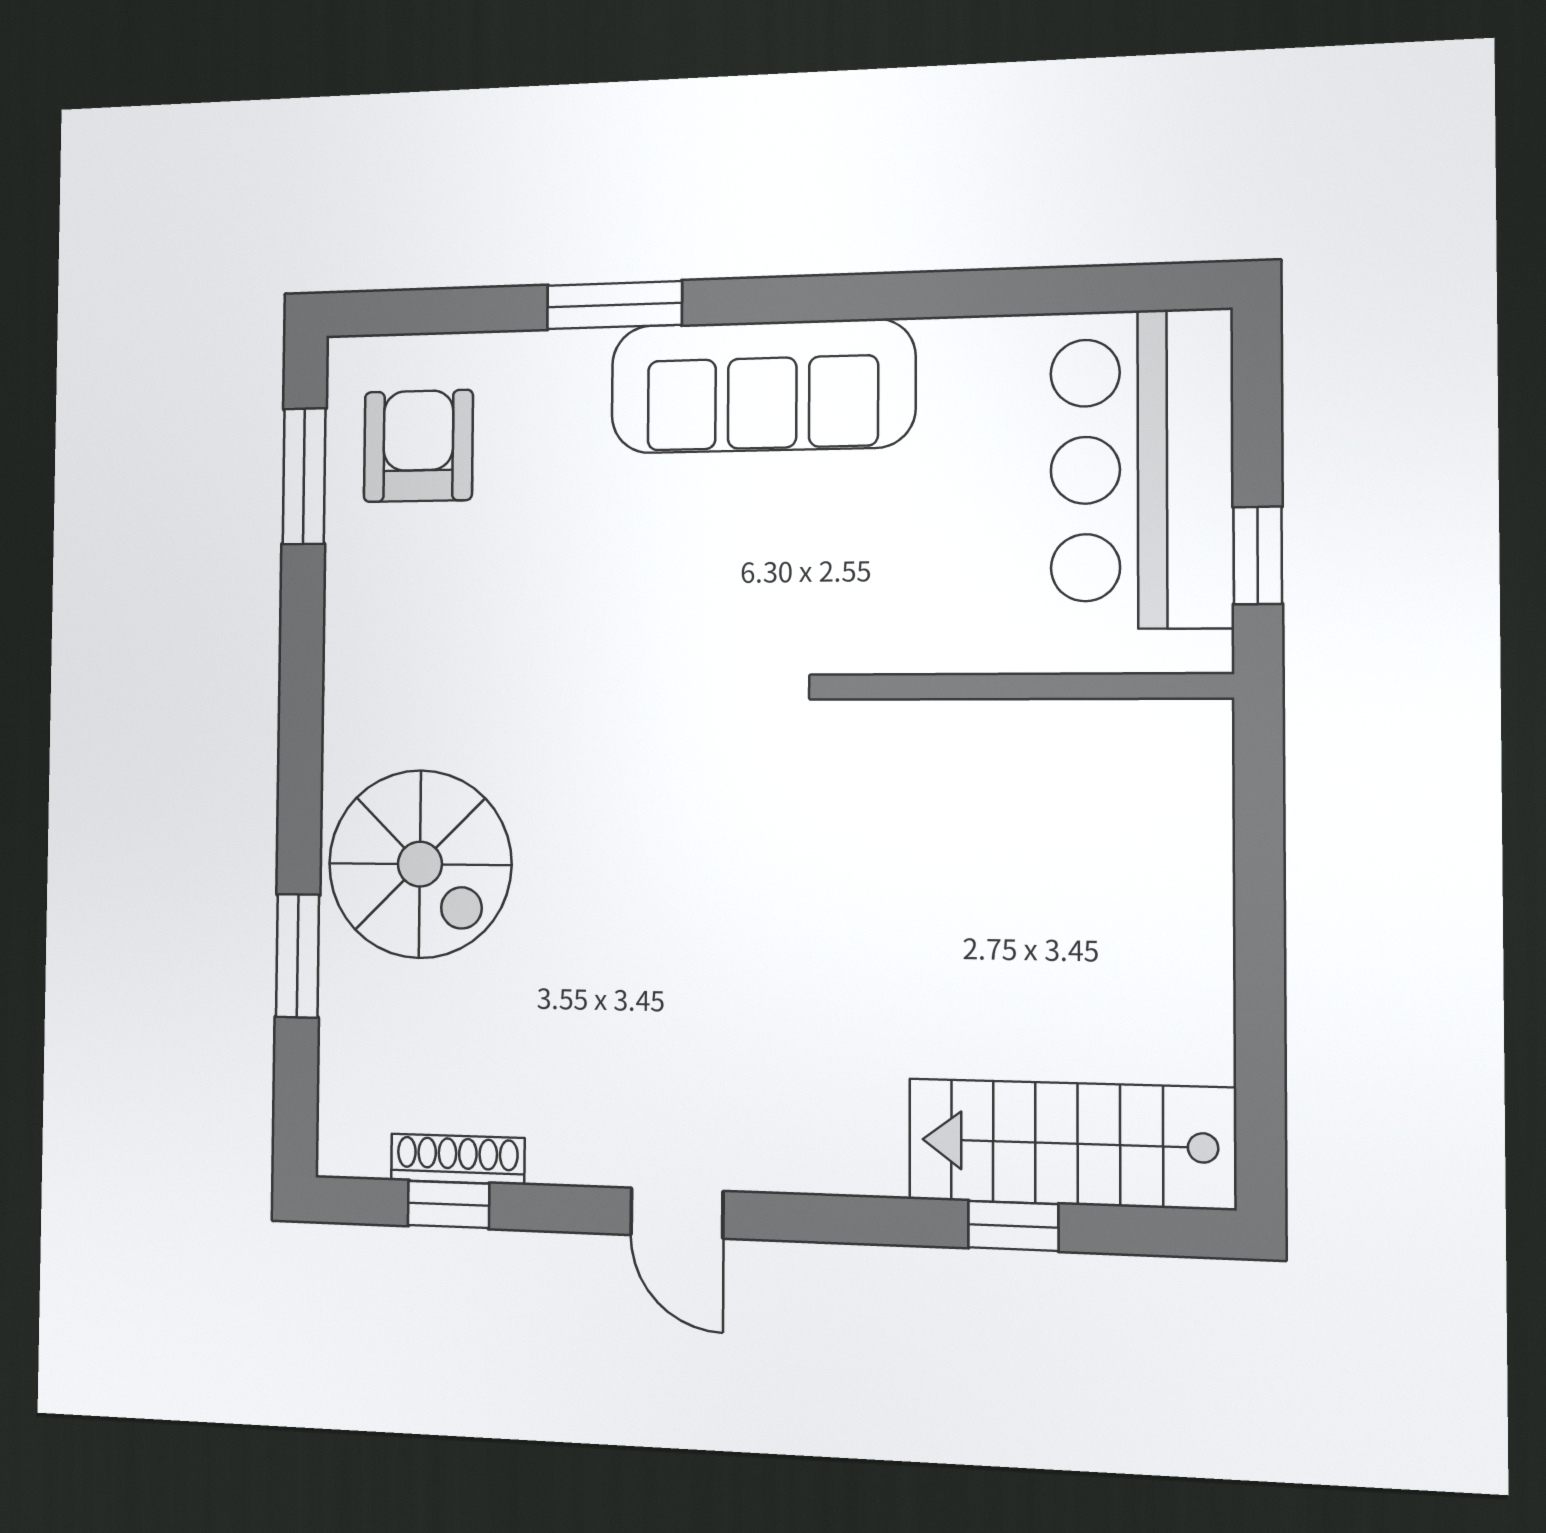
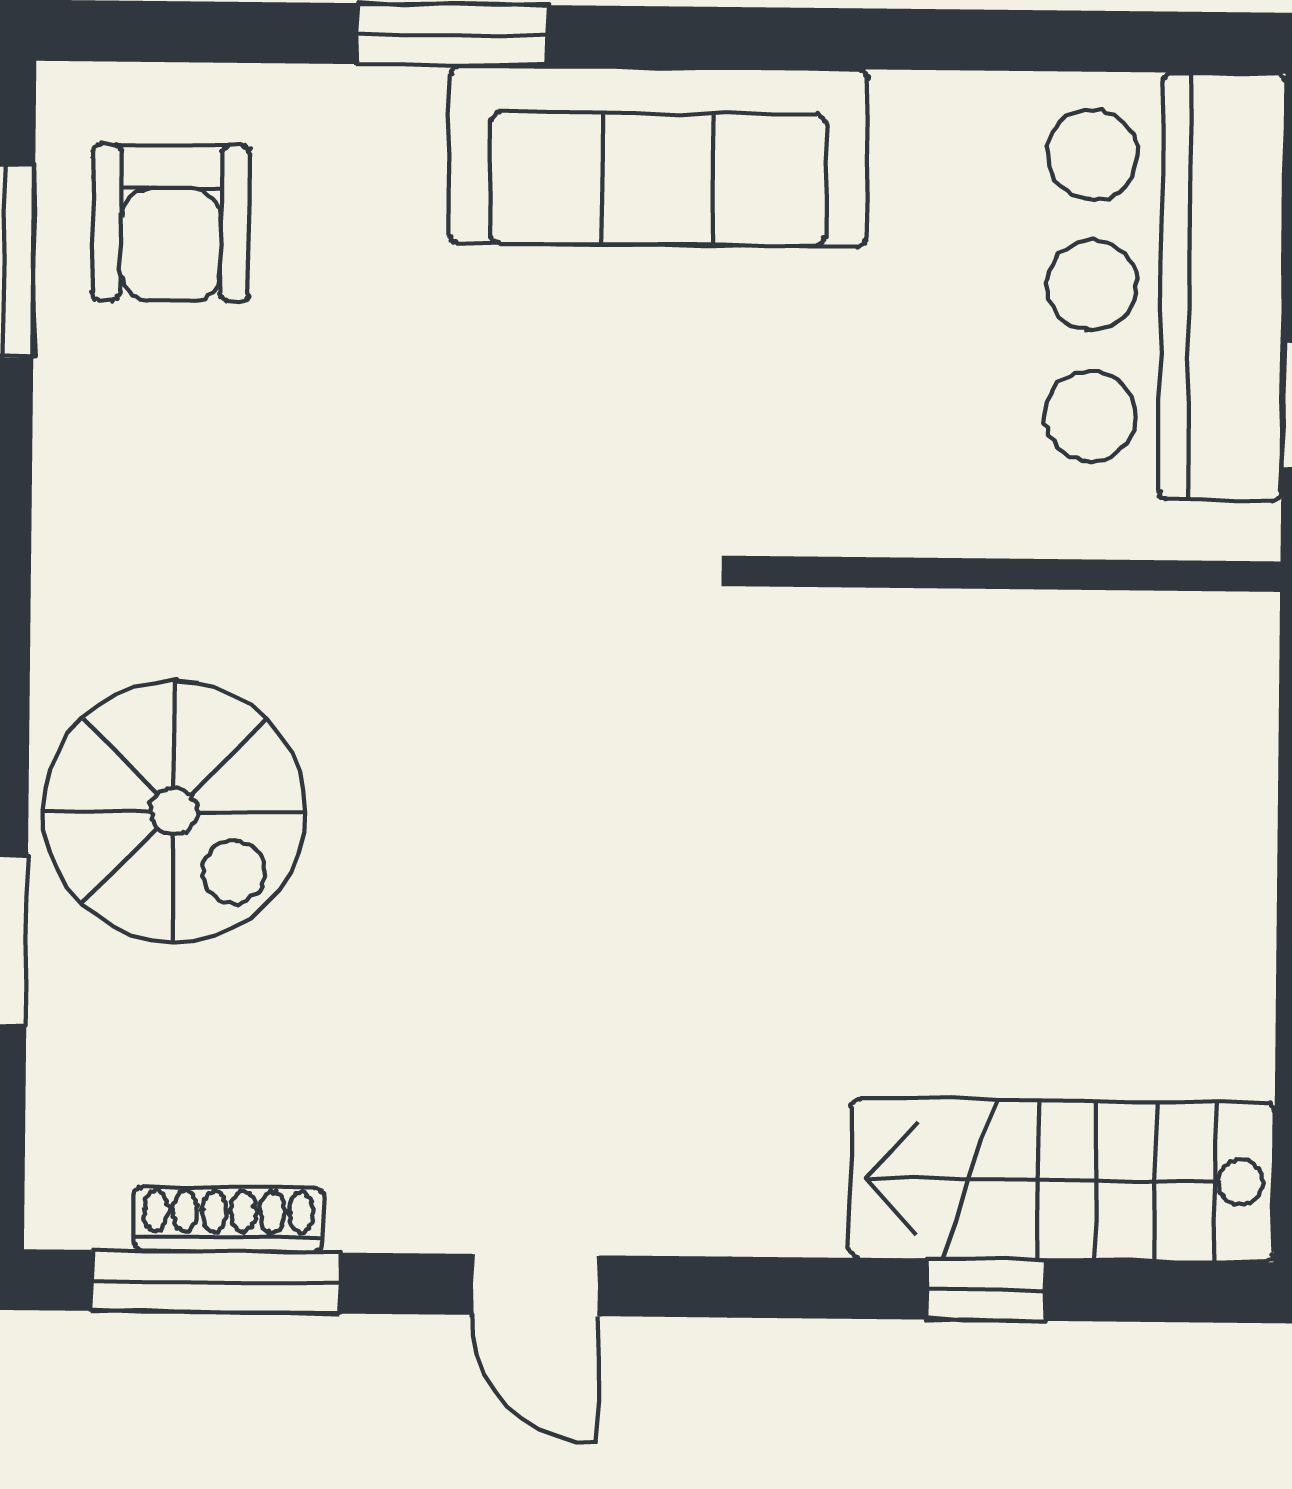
armchair: (418, 446) -> (171, 223), turned 180
window: (449, 1204) -> (216, 1282), width x2.17

